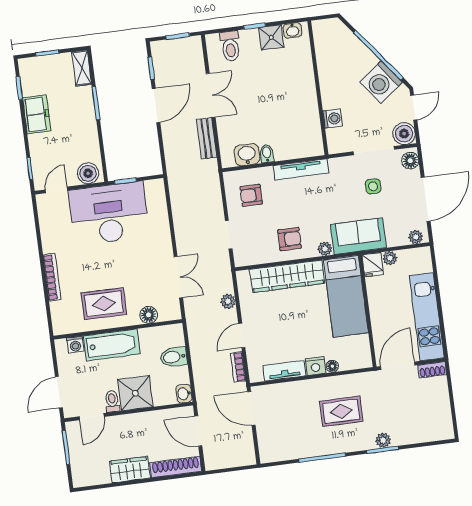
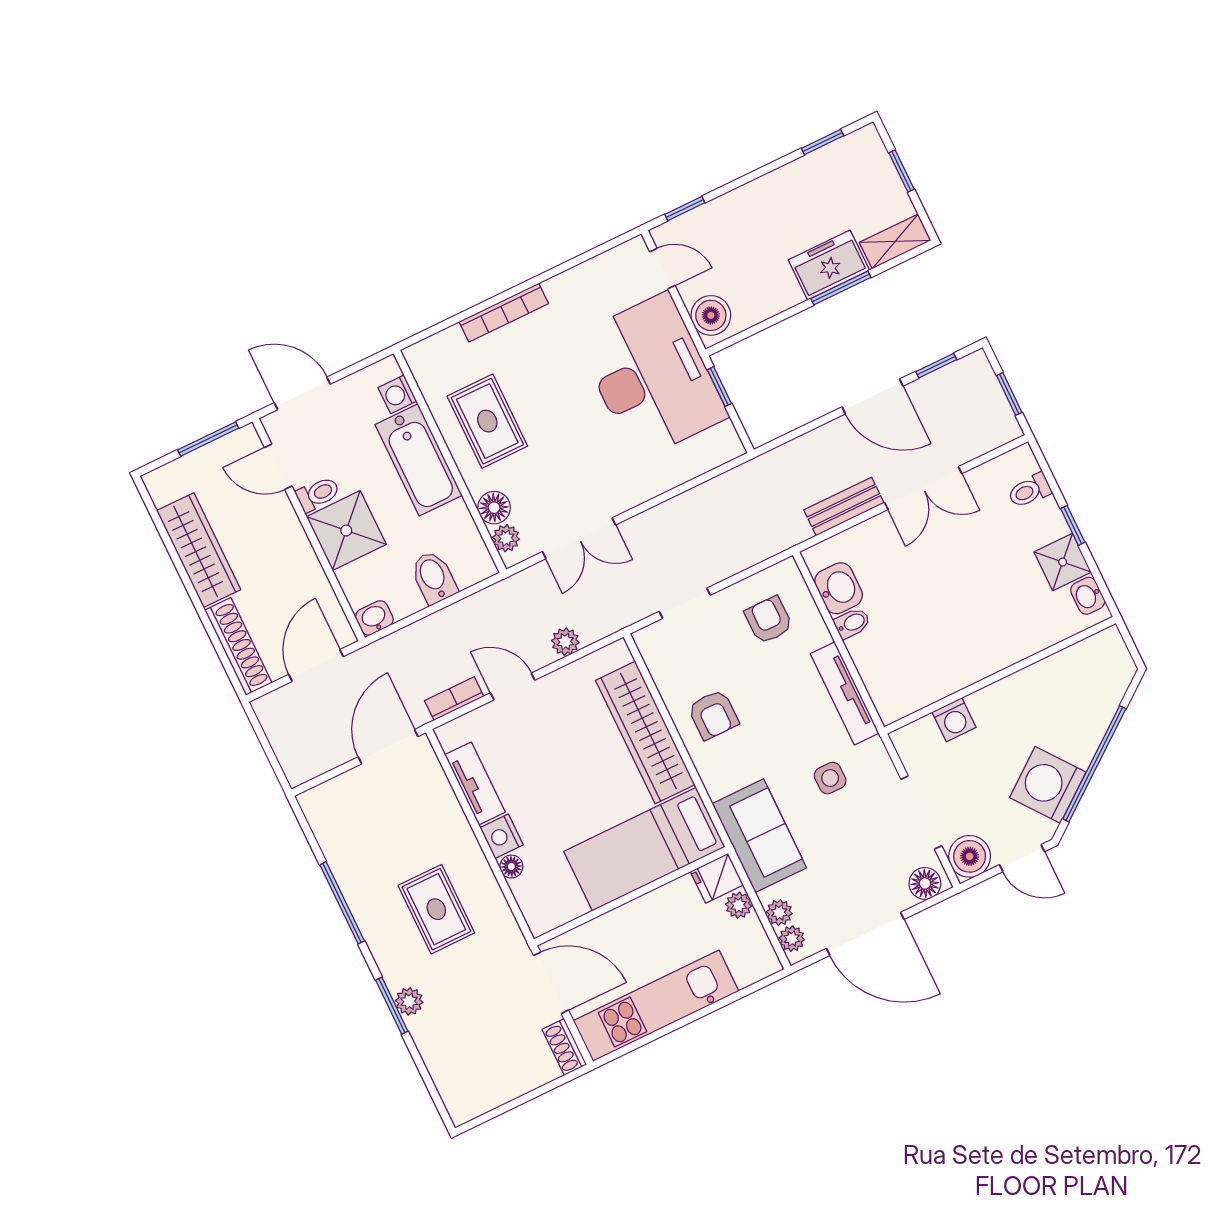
toilet: (230, 46) -> (1030, 491), width x0.73, depth x0.72
freezer: (37, 114) -> (829, 265), moved, turned 180
side table: (373, 186) -> (830, 778), moved
plant: (325, 249) -> (779, 913), moved
plant: (166, 314) -> (506, 538), added
wardrobe: (130, 470) -> (199, 550), width x1.50

